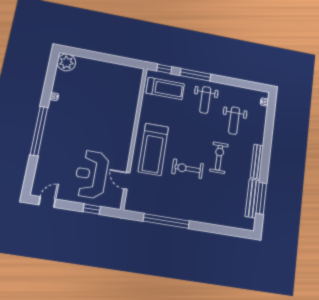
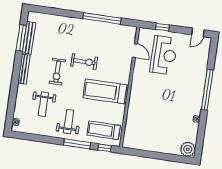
weight bench: (234, 121) -> (43, 104), turned 180
treadmill: (153, 149) -> (105, 91), moved, turned -90

